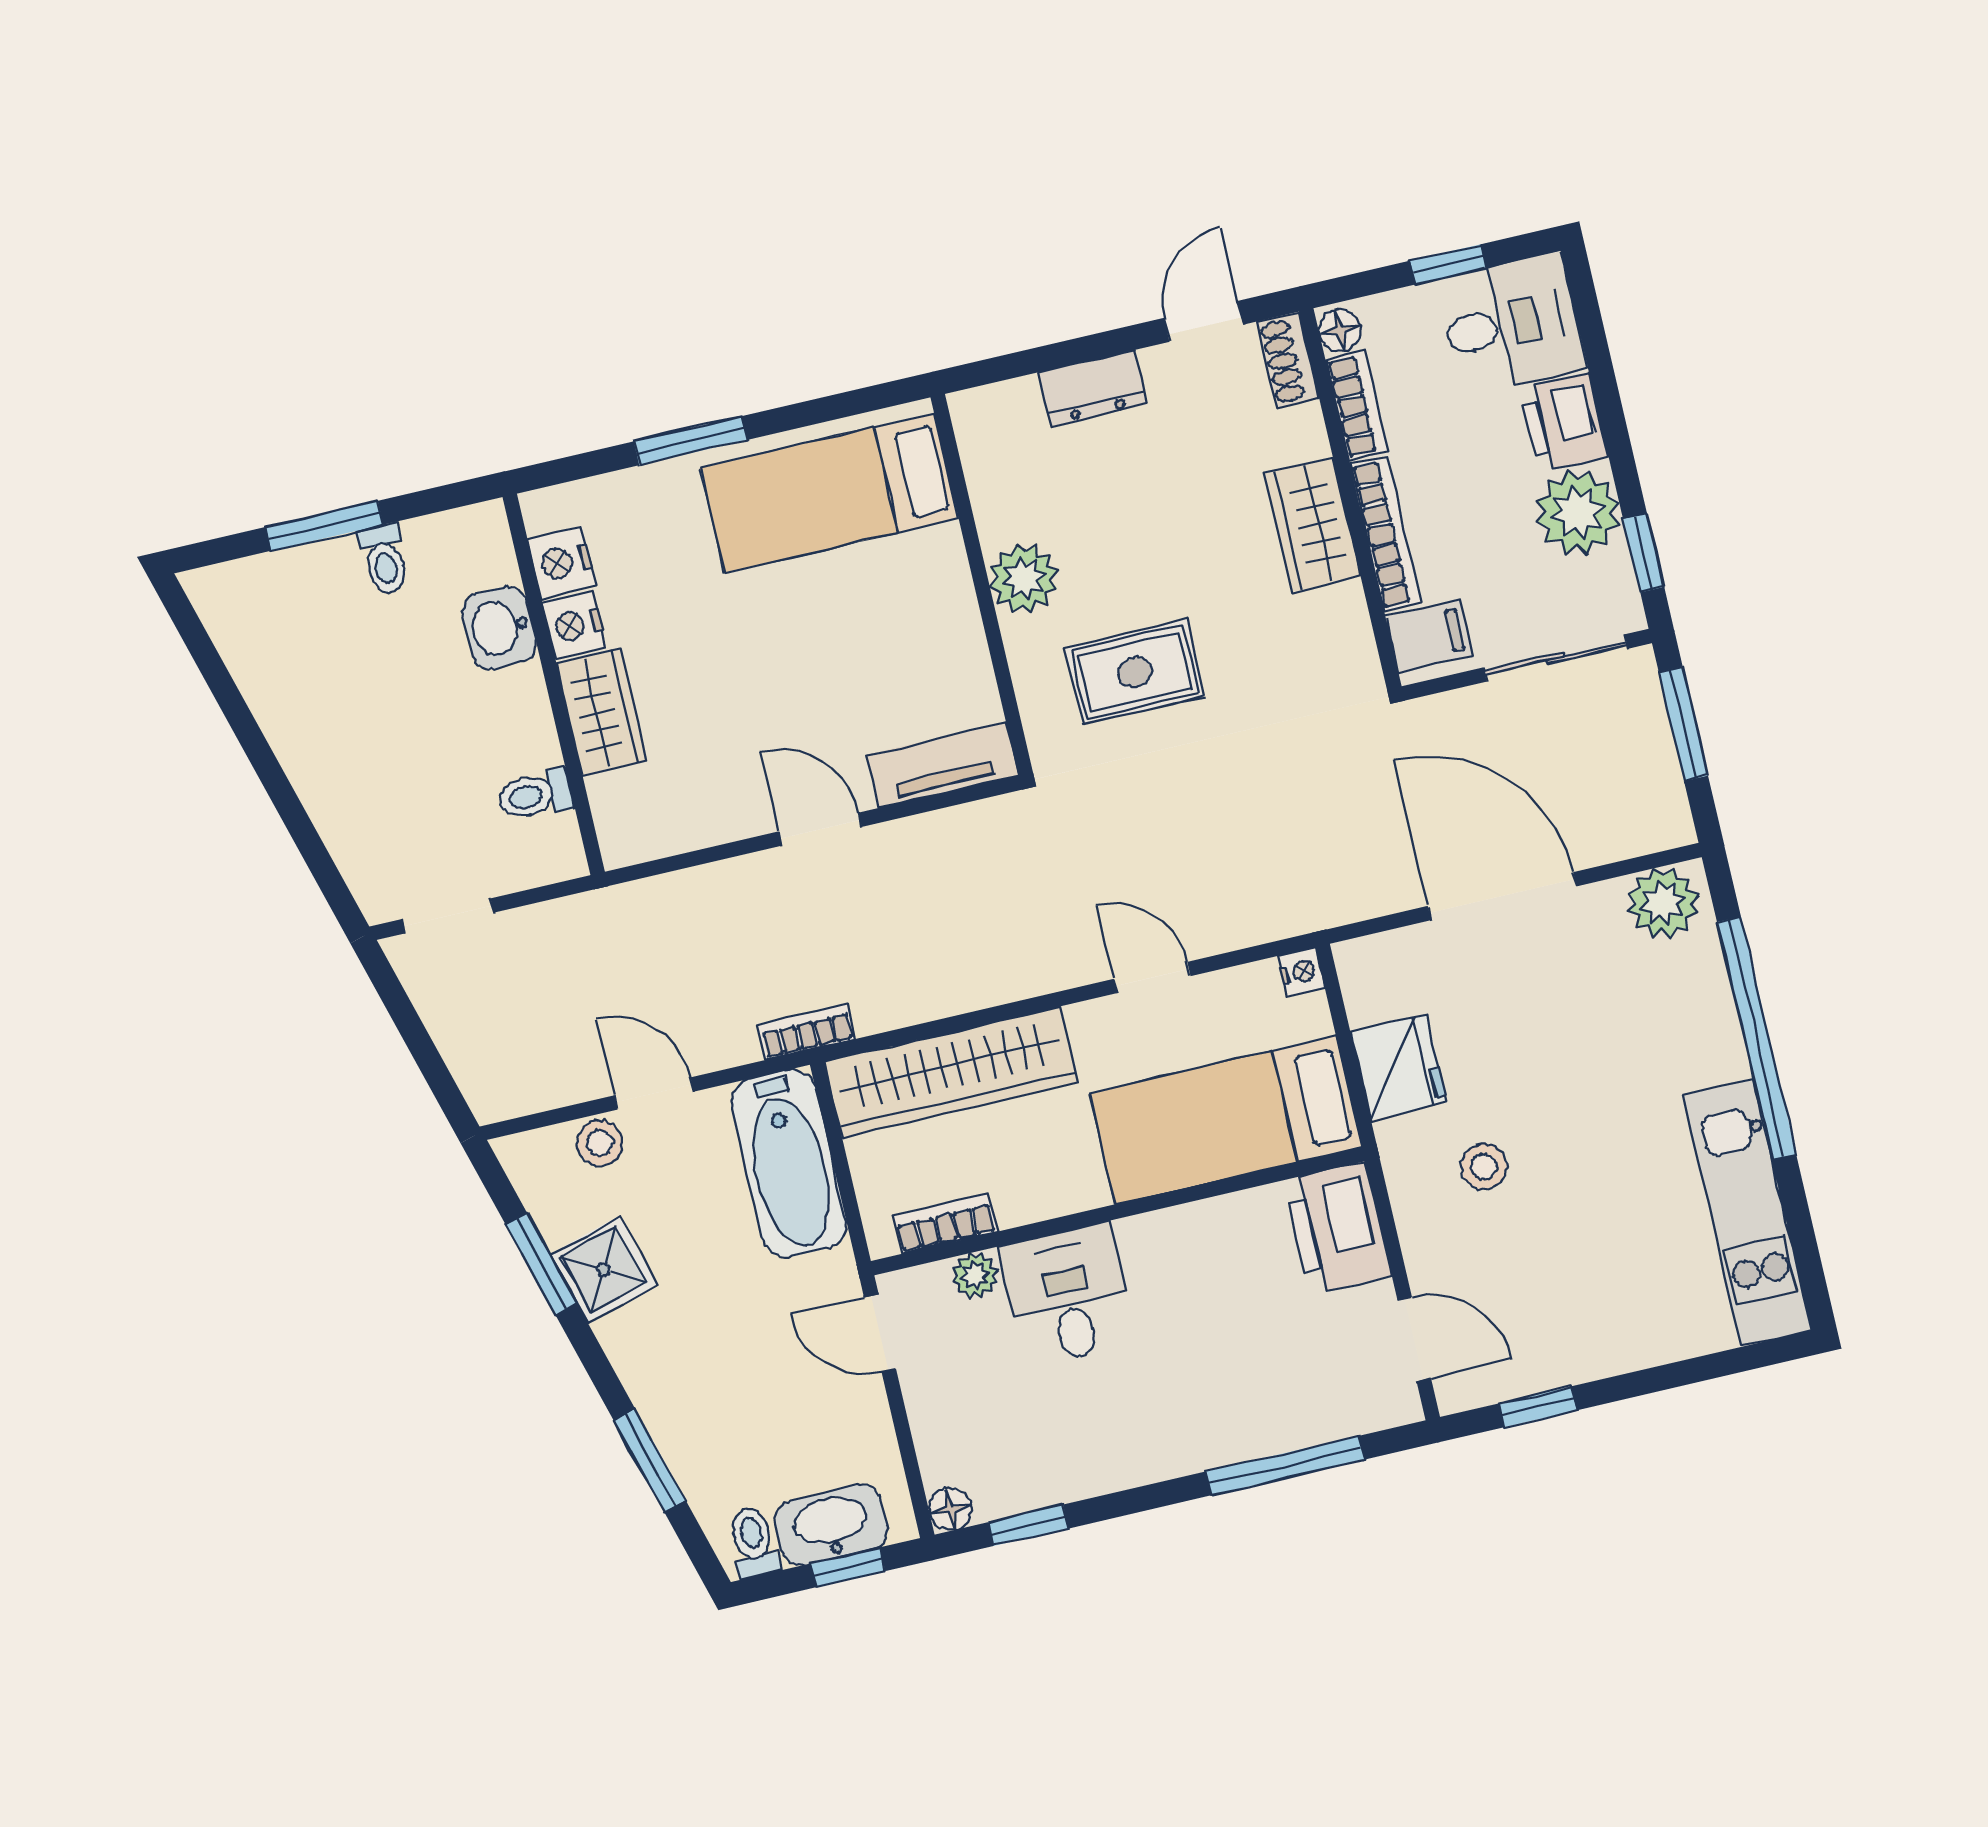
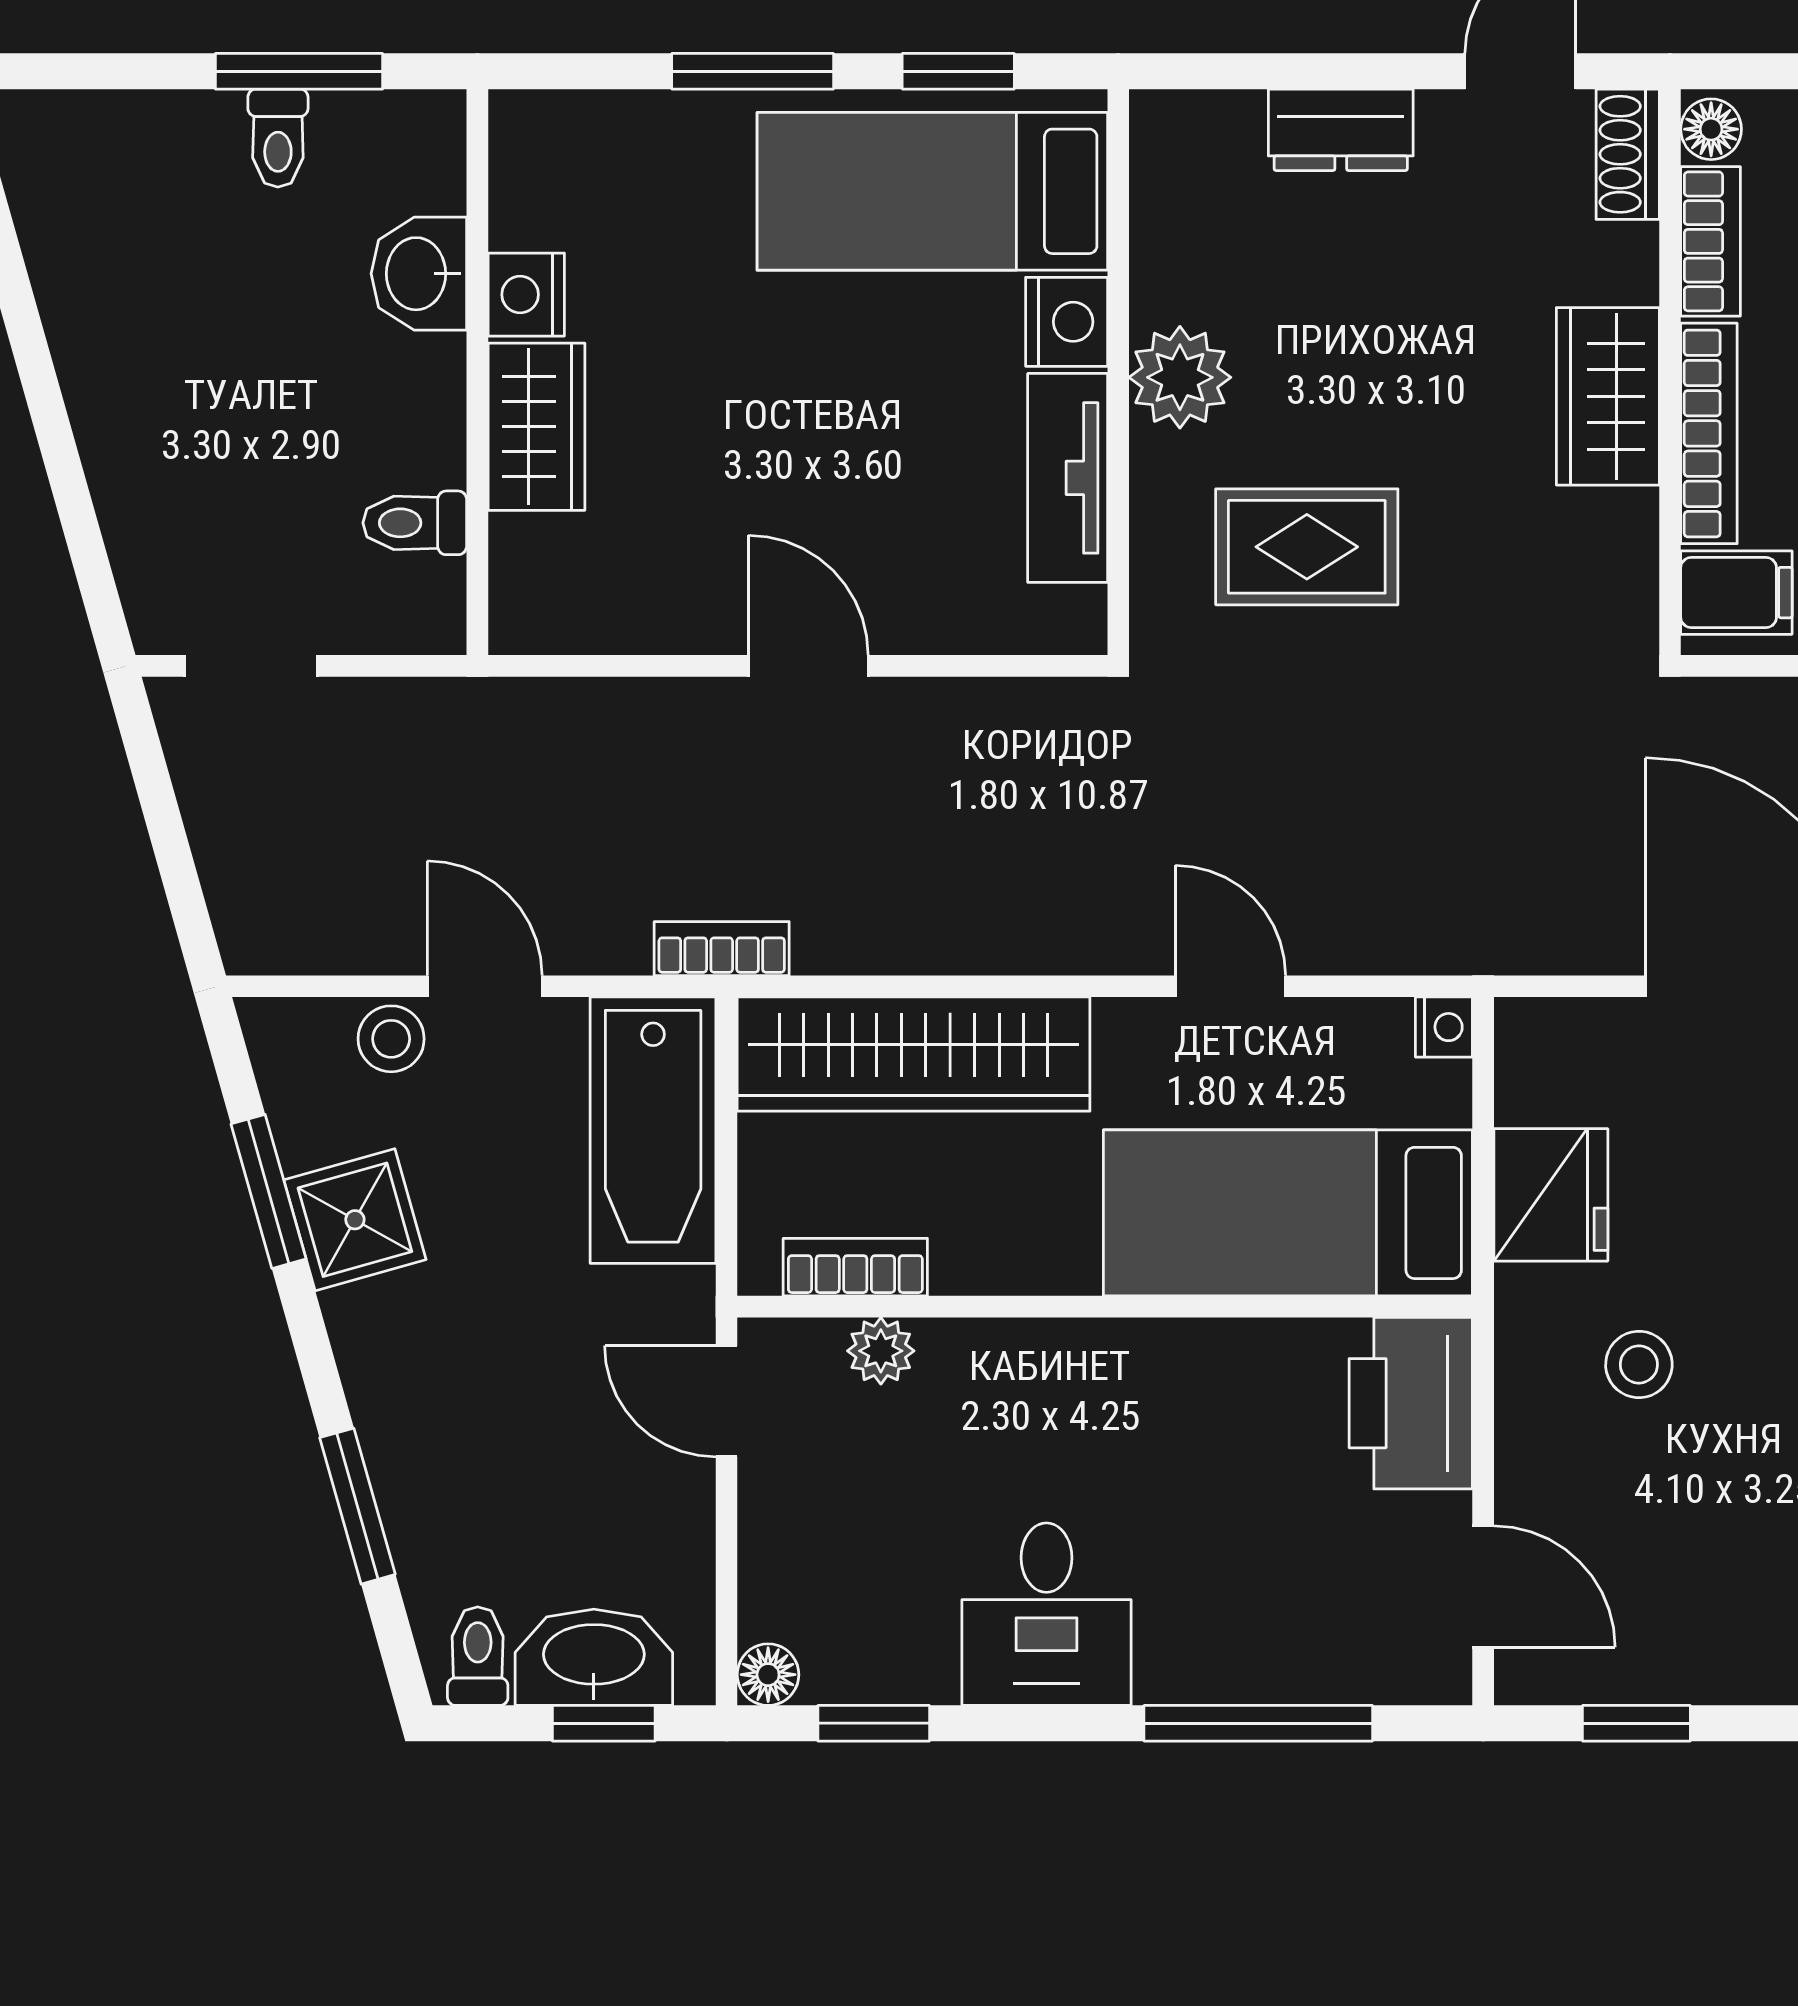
window: (828, 409) -> (958, 71), added
window: (324, 526) -> (299, 71), moved
nightstand: (562, 562) -> (1067, 322), moved, turned 180
tv unit: (943, 765) -> (1068, 478), moved, turned -90
desk: (1068, 1295) -> (1046, 1614), moved, turned 180

